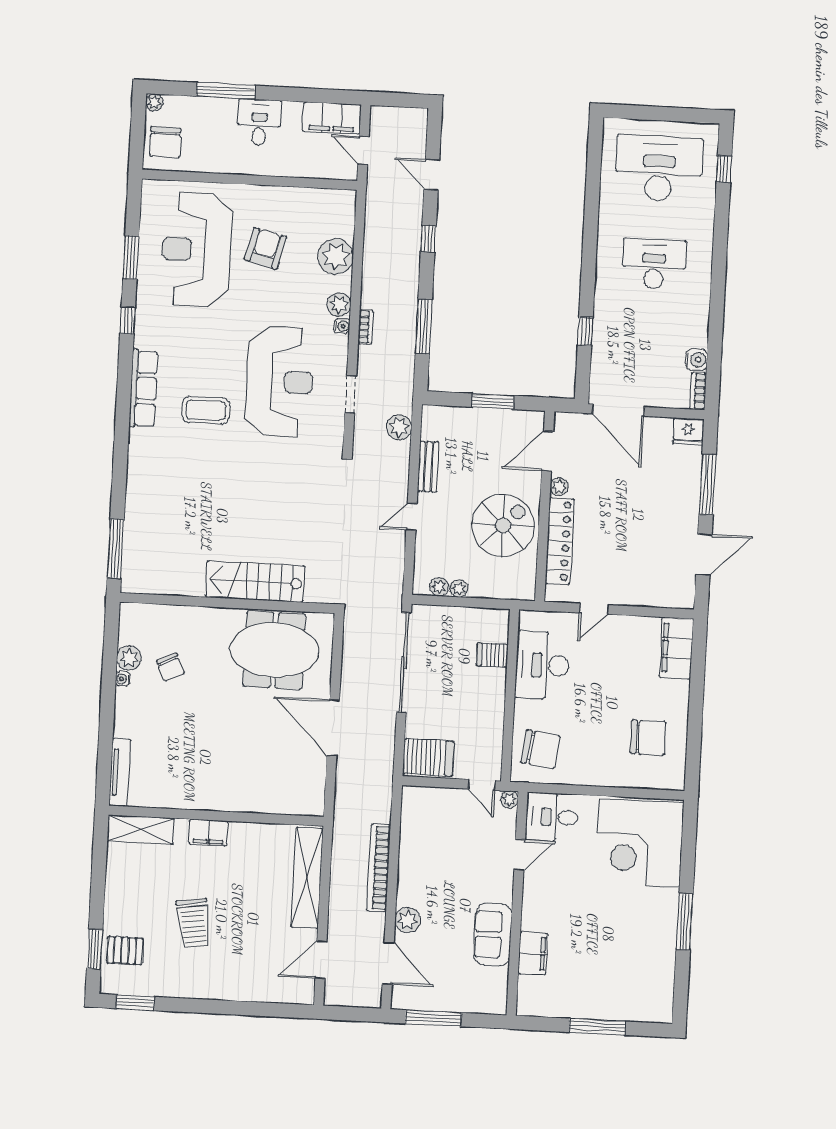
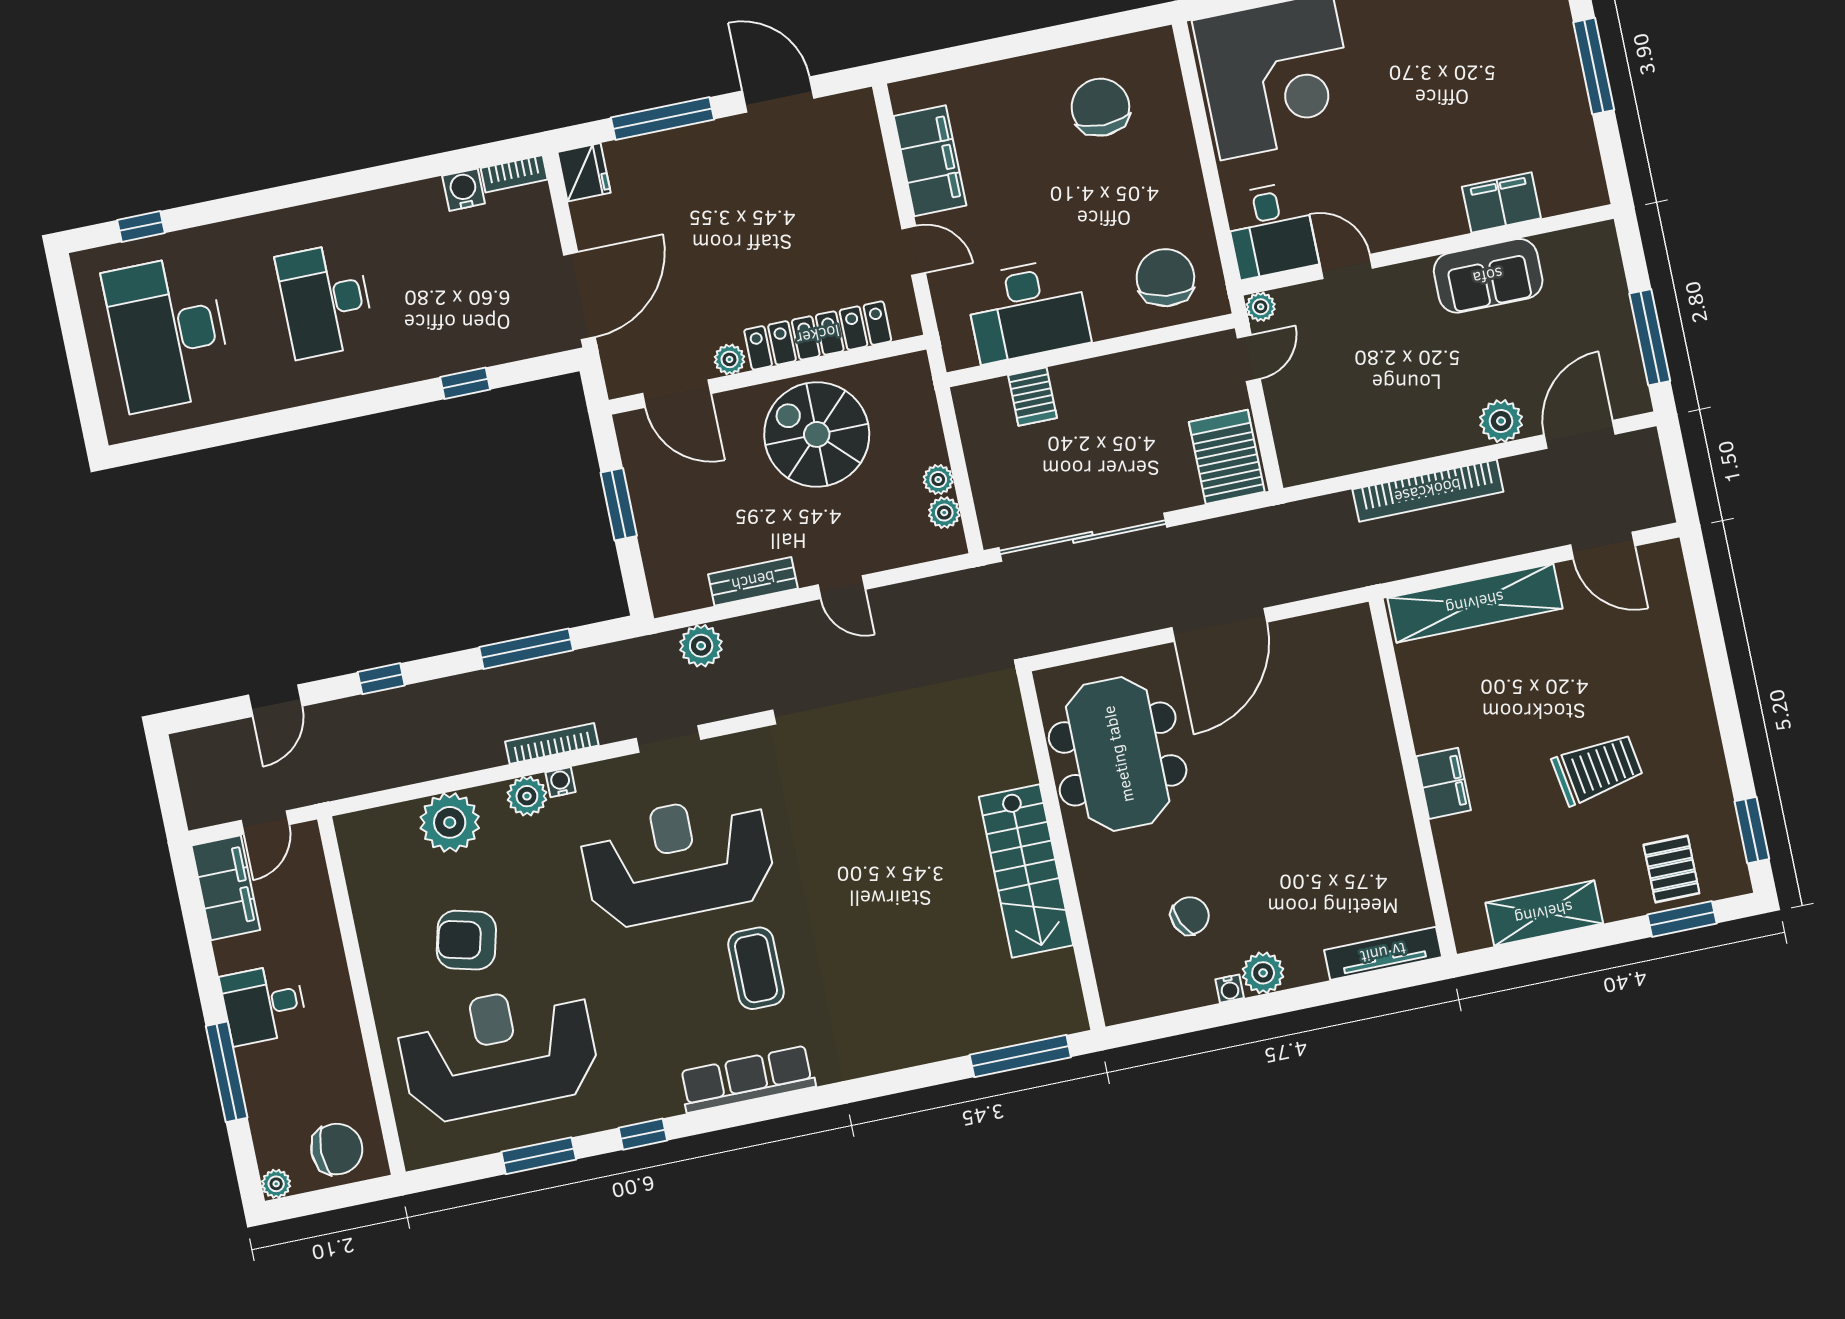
reception desk: (196, 250) -> (498, 1052), turned 180
bookcase: (365, 327) -> (552, 743), width x1.56
stairs: (255, 582) -> (1026, 871), moved
filing cabinet: (676, 648) -> (930, 161), moved, turned -90
plant: (129, 658) -> (1263, 973), moved
shelving: (141, 830) -> (1544, 913), moved, turned 90

